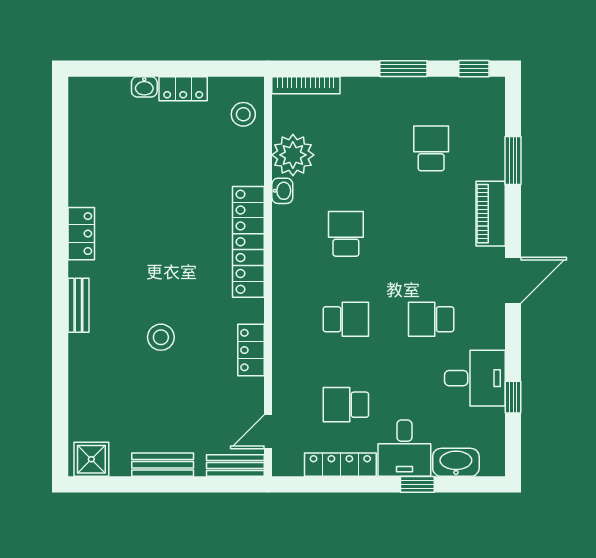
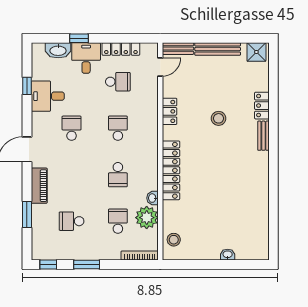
locker: (183, 89) -> (206, 254), removed
school desk: (346, 148) -> (118, 221), added
school desk: (431, 148) -> (72, 221), turned 90
locker: (81, 234) -> (262, 106), moved
school desk: (346, 319) -> (118, 128), turned 90
school desk: (431, 319) -> (72, 128), turned -90
bench: (163, 465) -> (218, 49), width x1.36

